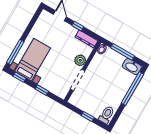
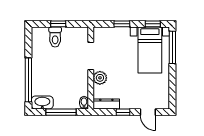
toilet: (107, 115) -> (55, 37), moved

